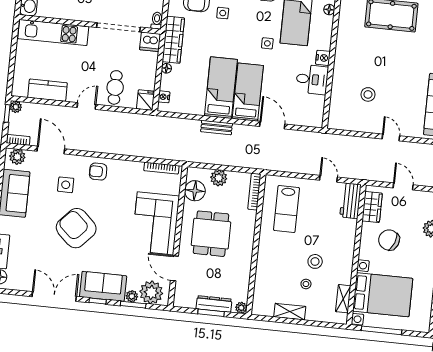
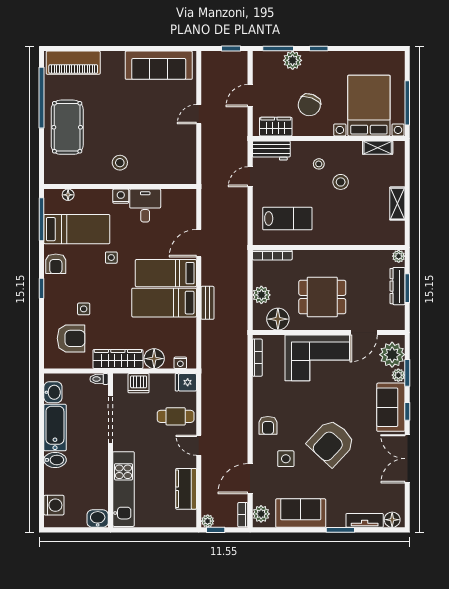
dishwasher: (150, 42) -> (139, 383), moved, turned 90
floor lamp: (166, 68) -> (154, 359), width x1.89, depth x1.89
stool: (368, 94) -> (120, 163), moved
stool: (306, 284) -> (319, 164), moved

